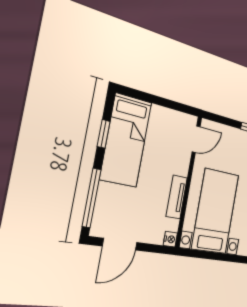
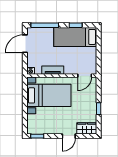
door: (196, 139) -> (85, 76), hinge flipped
door: (120, 244) -> (25, 44), hinge flipped

